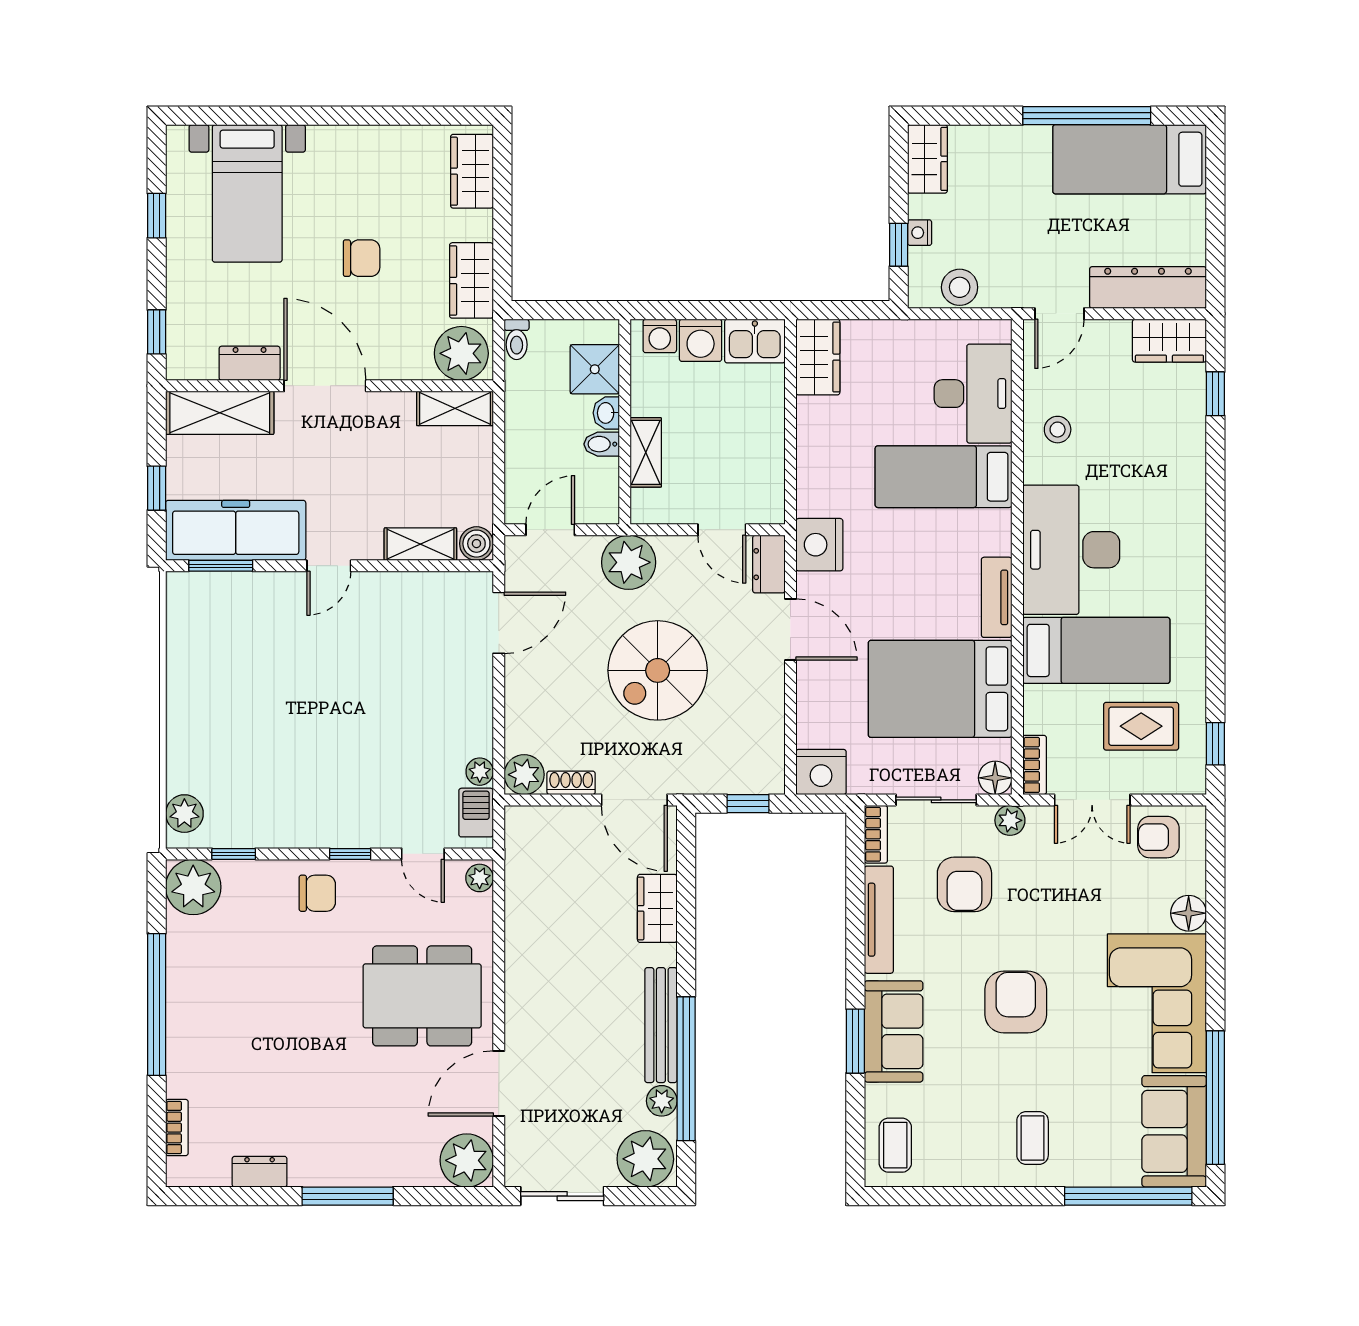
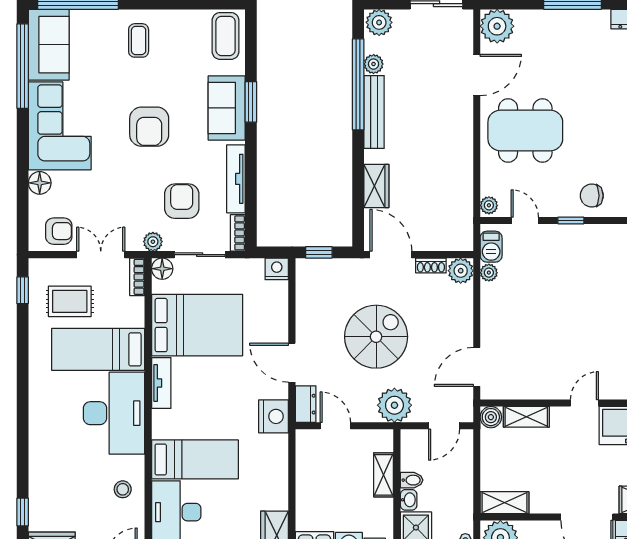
nightstand: (821, 772) -> (277, 269), width x0.74, depth x0.75
coffee table: (895, 1145) -> (226, 36), width x1.36, depth x1.30
plant: (645, 1159) -> (379, 22), width x0.73, depth x0.73

